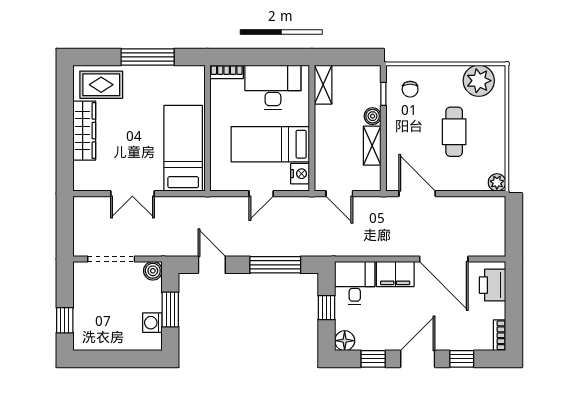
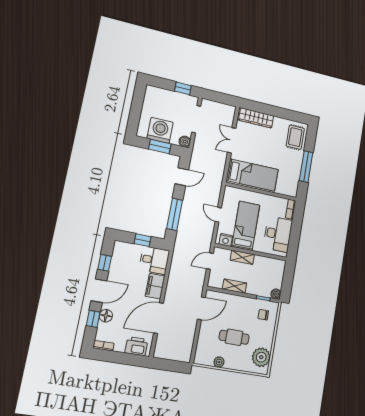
shelving: (323, 85) -> (242, 257), moved
boiler: (373, 116) -> (276, 294), moved
wardrobe: (84, 131) -> (256, 118), moved
plant: (497, 182) -> (219, 362), moved
window: (65, 320) -> (183, 88), moved
washing machine: (152, 323) -> (160, 130), width x1.89, depth x1.89
floor lamp: (345, 341) -> (106, 316), moved
door: (418, 359) -> (99, 291), hinge flipped

